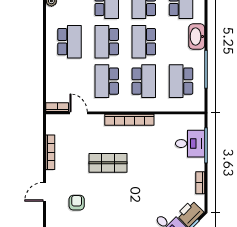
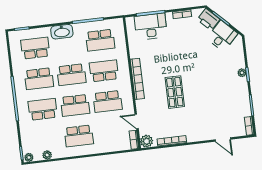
school desk: (69, 42) -> (79, 136), turned 180
door: (79, 113) -> (137, 121), hinge flipped
plant: (54, 122) -> (147, 141), added
desk: (190, 144) -> (151, 26), width x1.37
door: (44, 192) -> (223, 139), moved
armchair: (77, 203) -> (211, 114), removed

